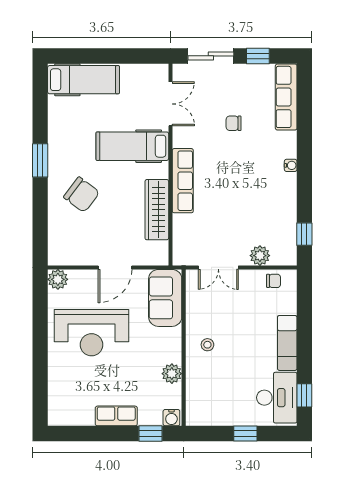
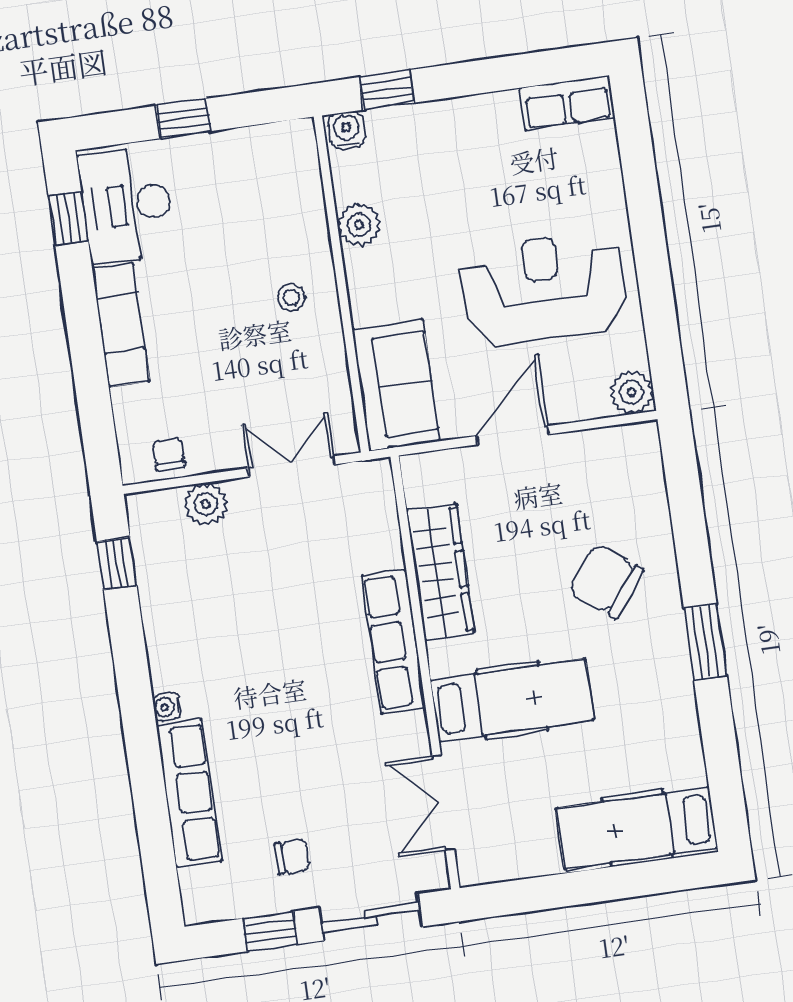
row of seats: (286, 97) -> (189, 793), moved
chair: (234, 123) -> (292, 857), moved
chair: (274, 281) -> (169, 454), turned 90
row of seats: (116, 416) -> (567, 103), moved

